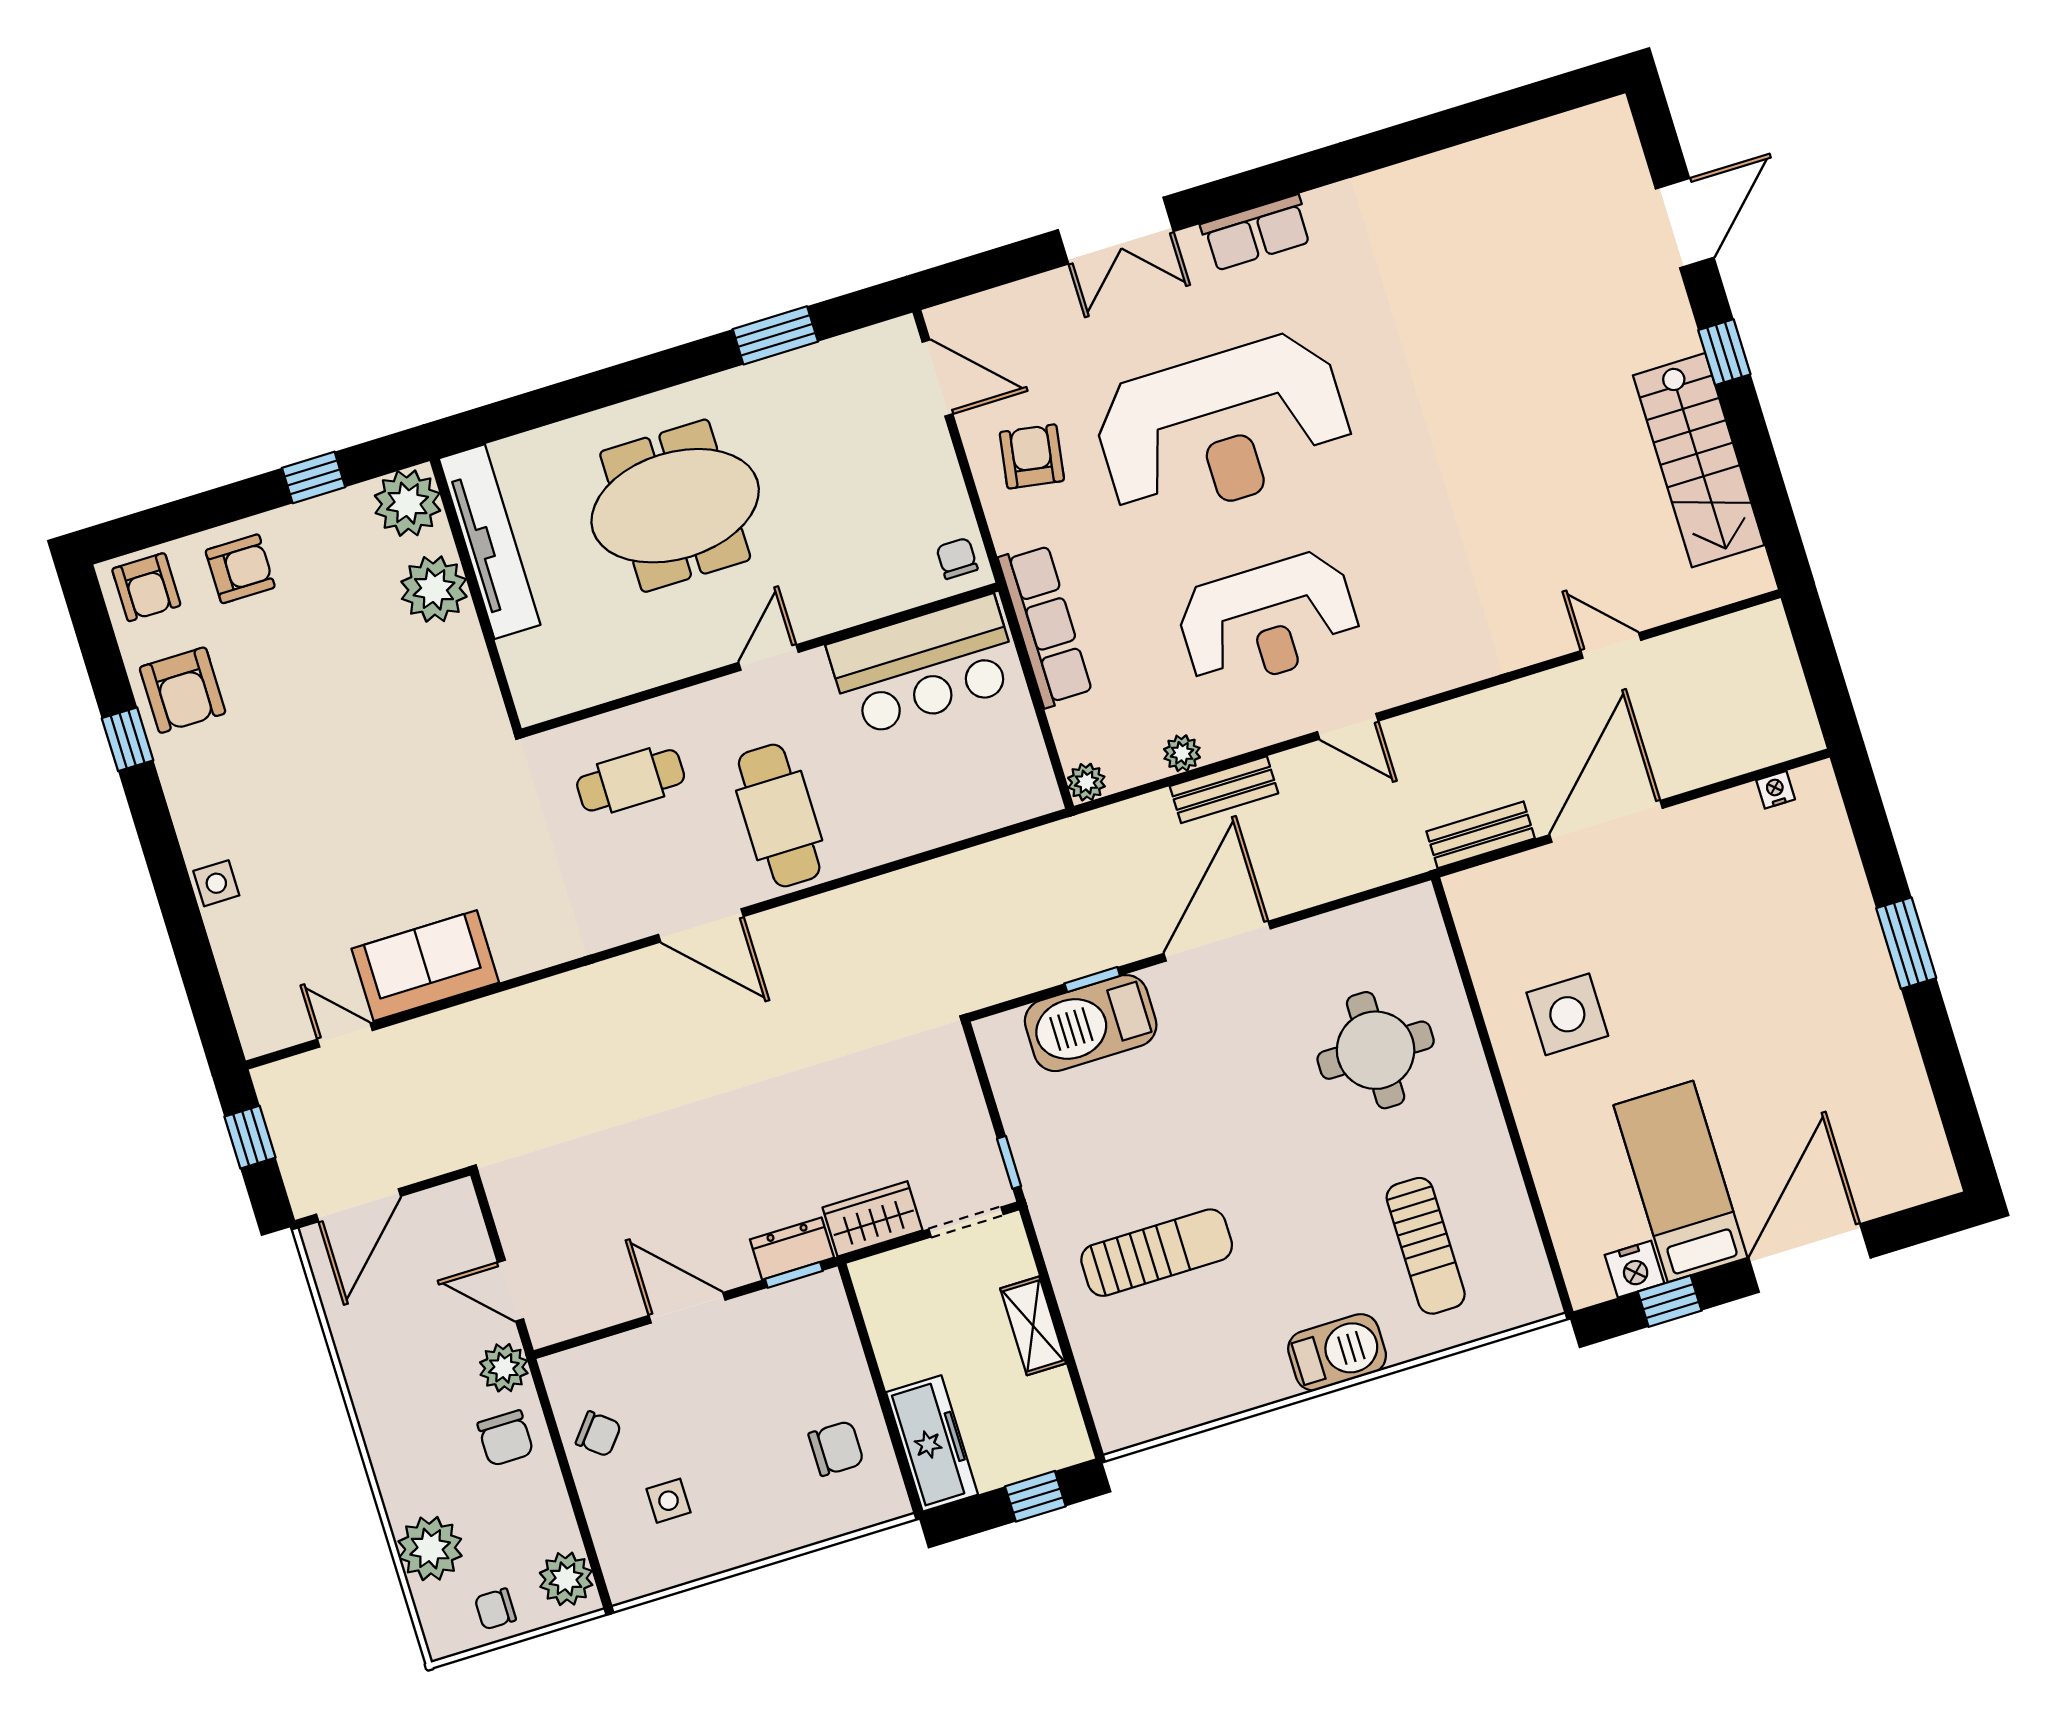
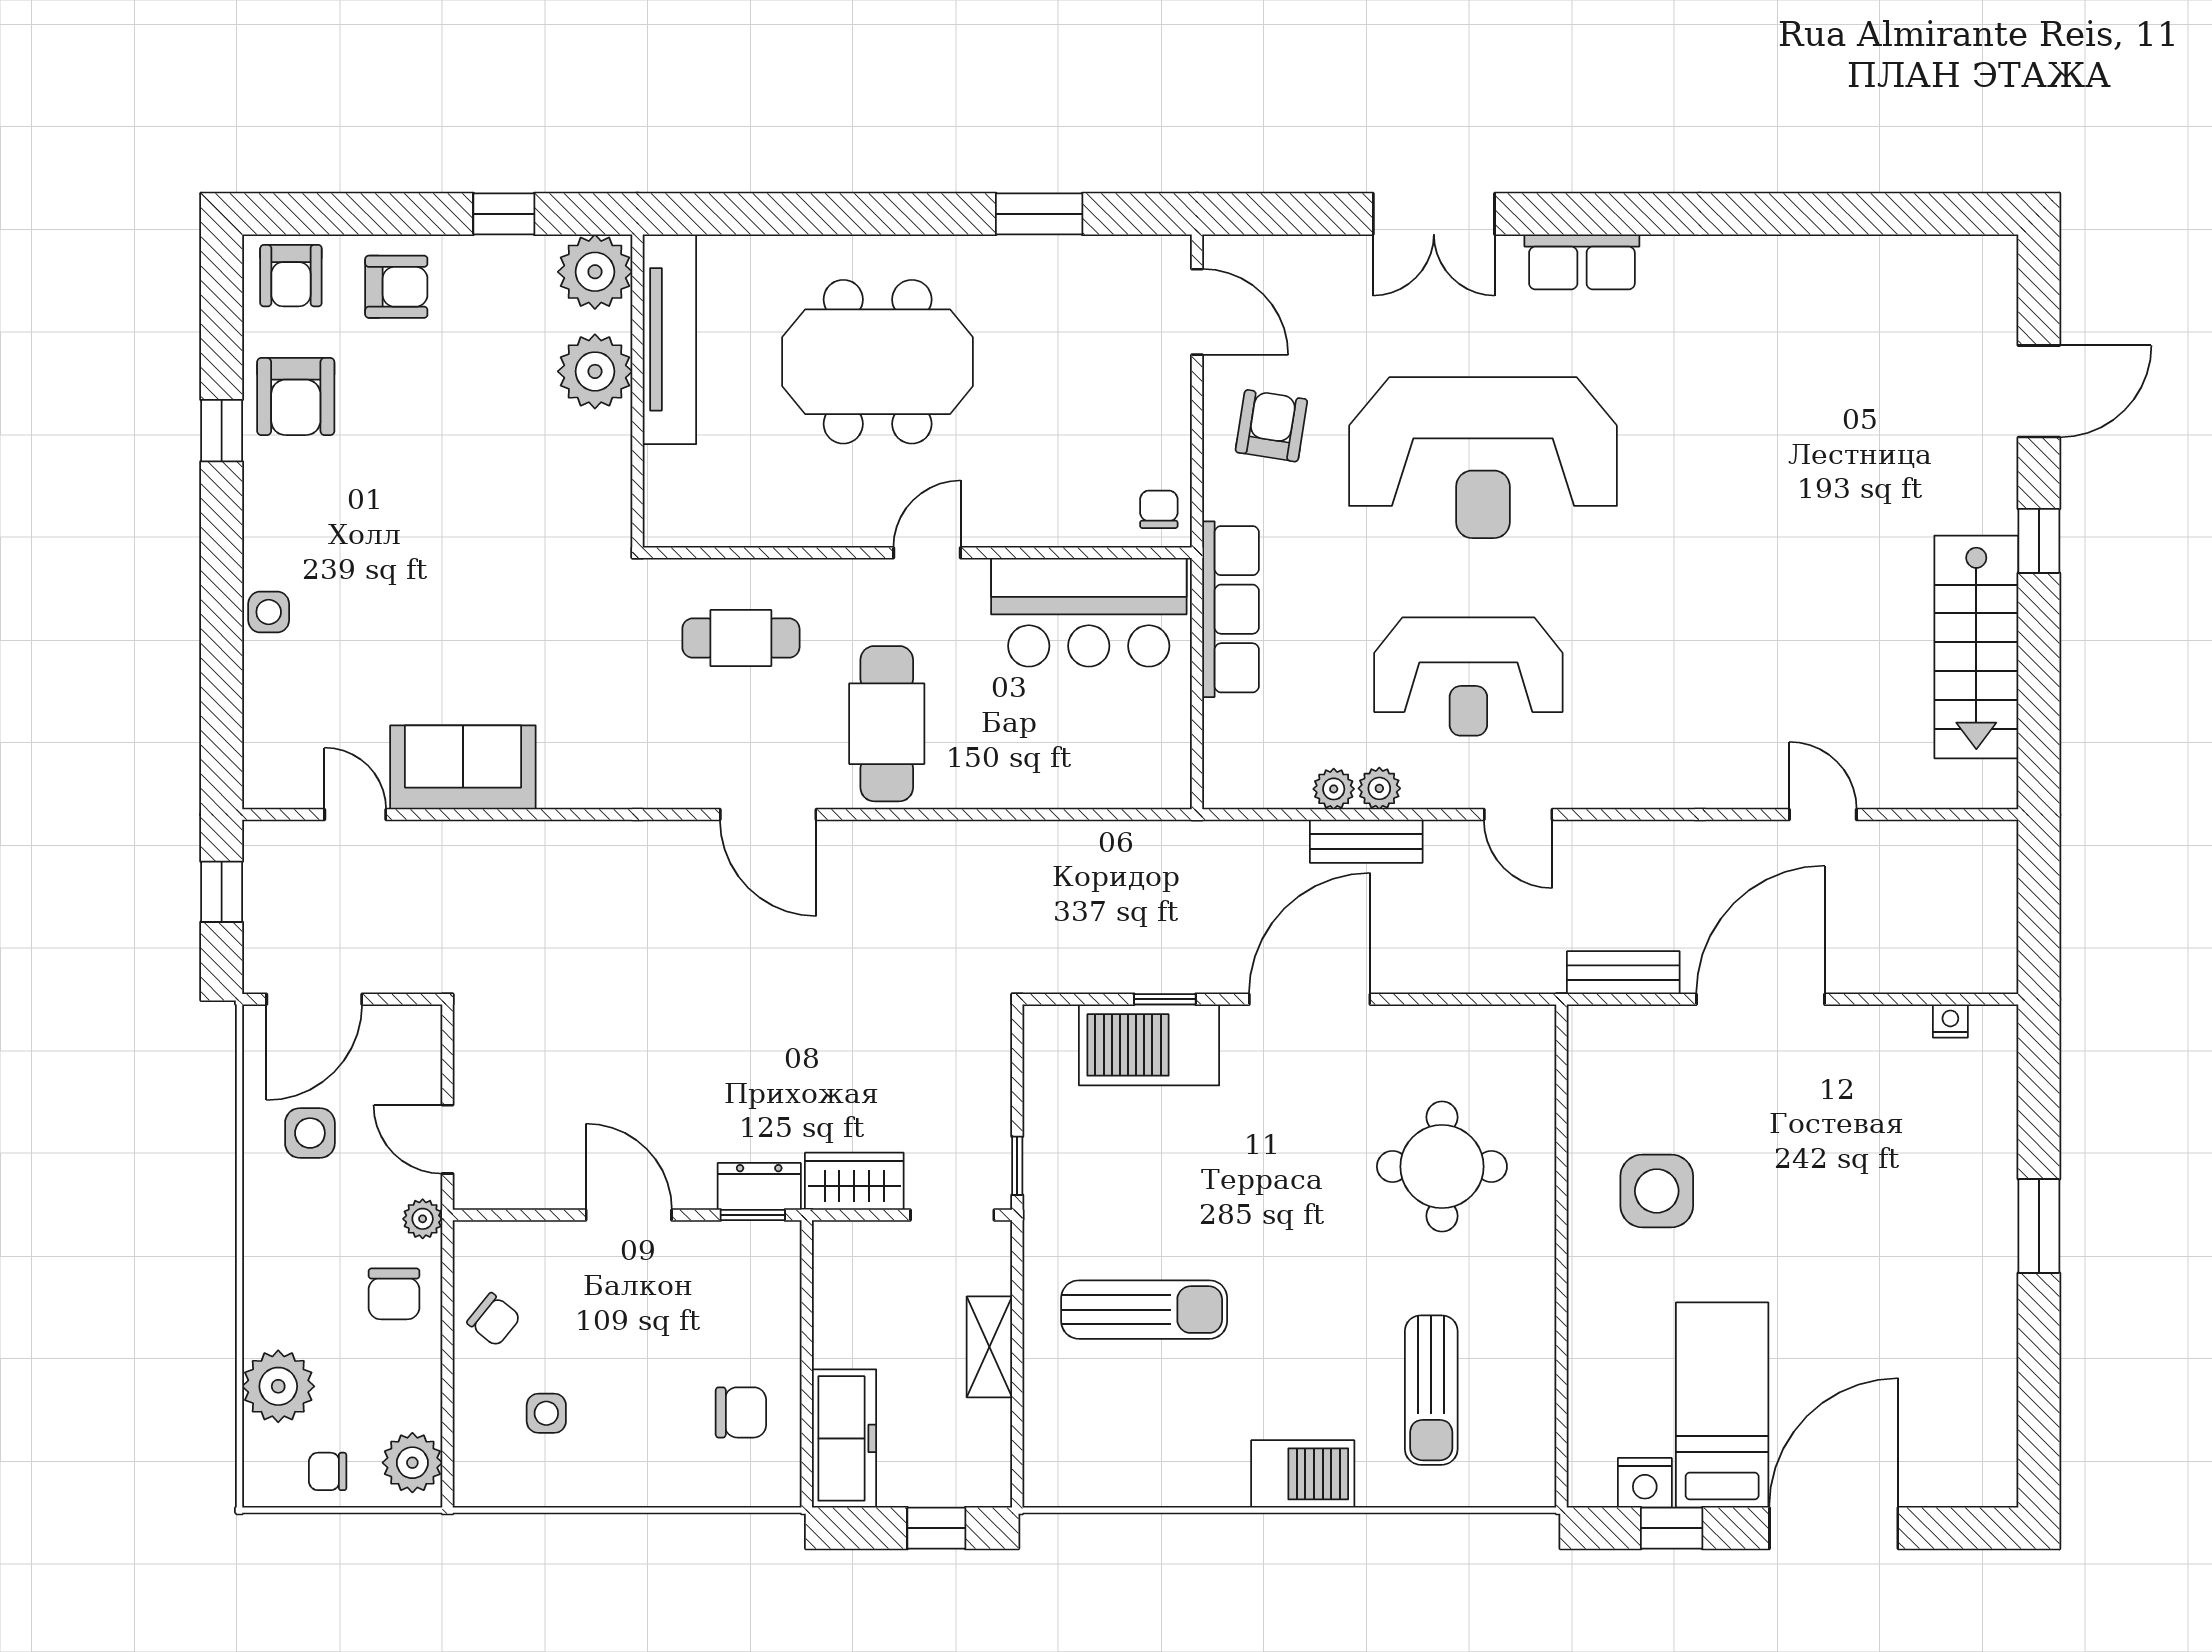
plant: (1086, 782) -> (1379, 788), moved
side table: (390, 1322) -> (310, 1133), added
plant: (504, 1368) -> (423, 1219), width x0.73, depth x0.73

